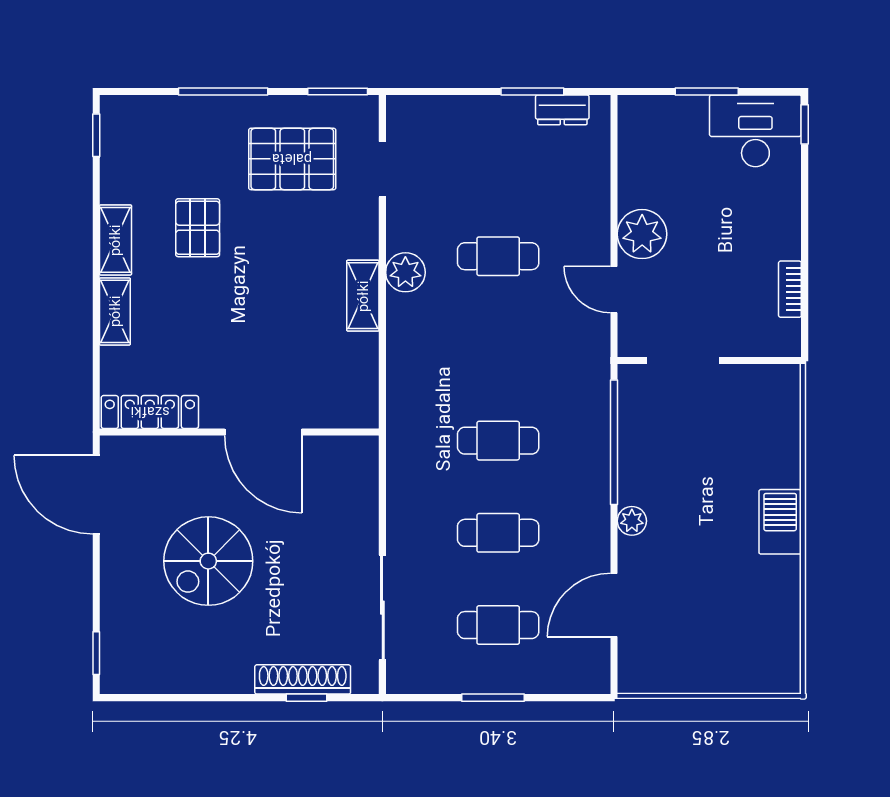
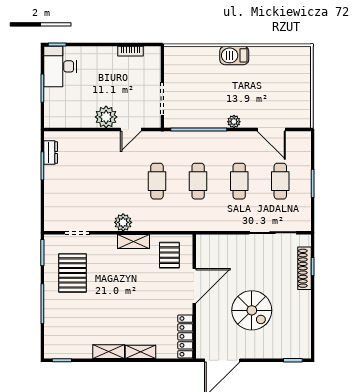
pallet: (198, 228) -> (169, 255), moved, turned 90
cafe table: (498, 256) -> (157, 181), moved

